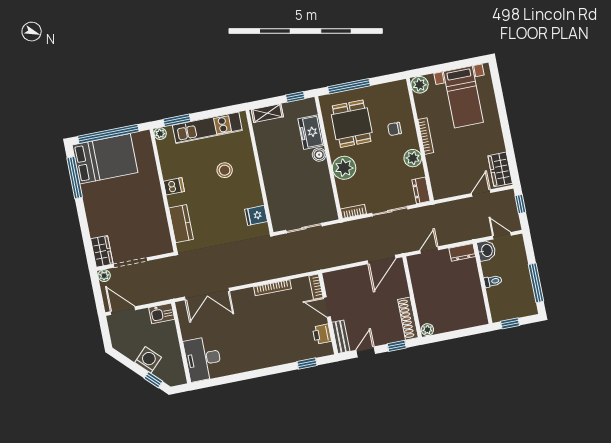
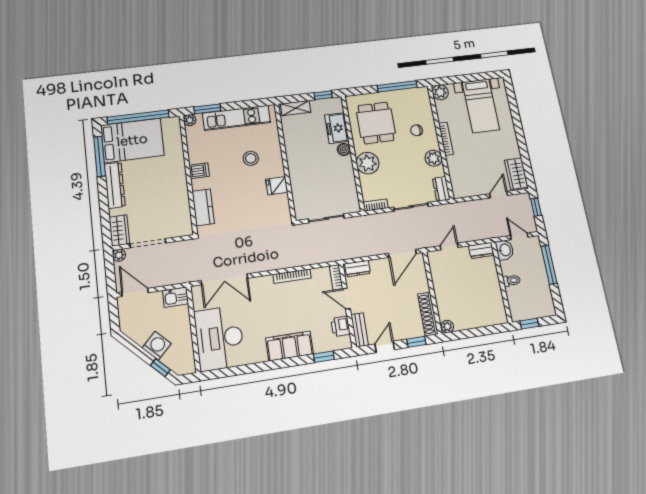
window: (349, 86) -> (397, 86), moved
dresser: (93, 206) -> (115, 185), added
fridge: (256, 215) -> (277, 186), moved
dresser: (337, 277) -> (358, 269), added
window: (536, 283) -> (549, 265), moved
filing cabinet: (274, 355) -> (290, 346), added
desk: (203, 359) -> (219, 338), width x1.36, depth x1.30

